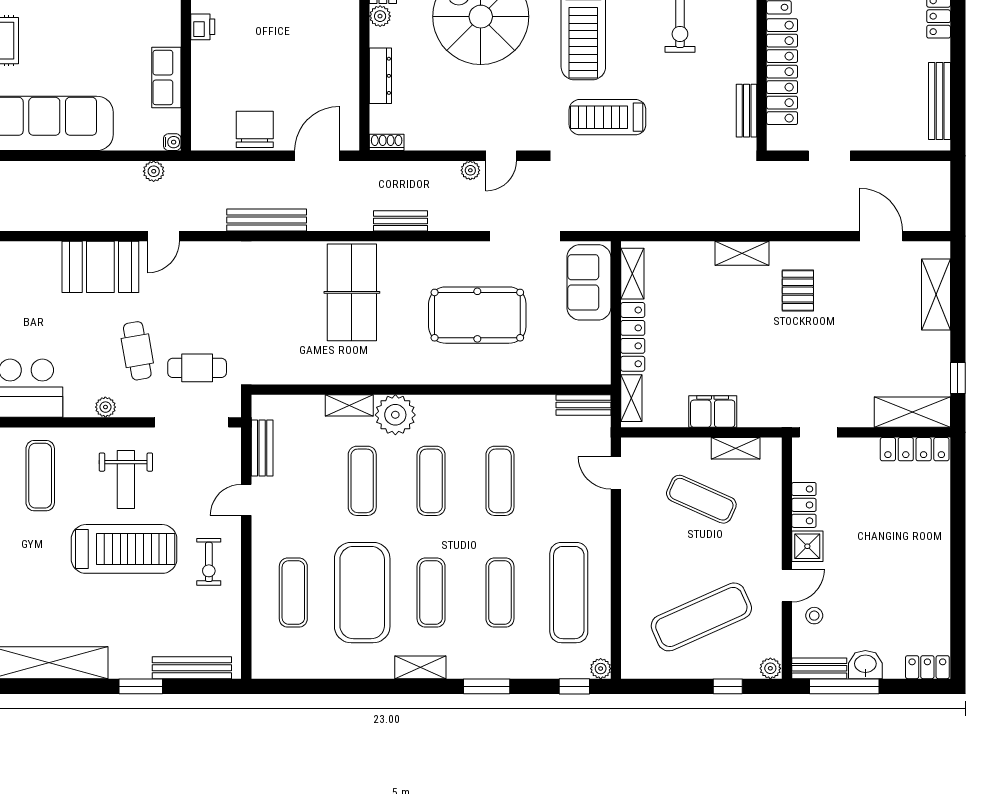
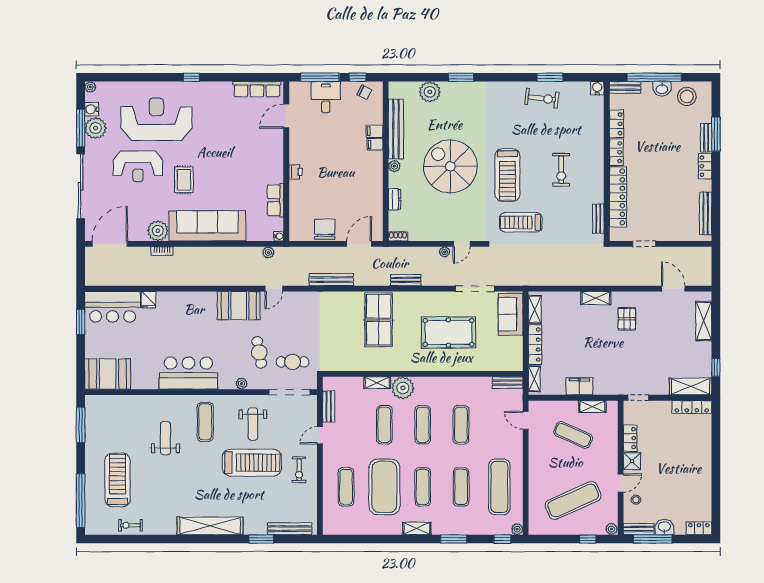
dresser: (380, 76) -> (394, 199), width x0.70

